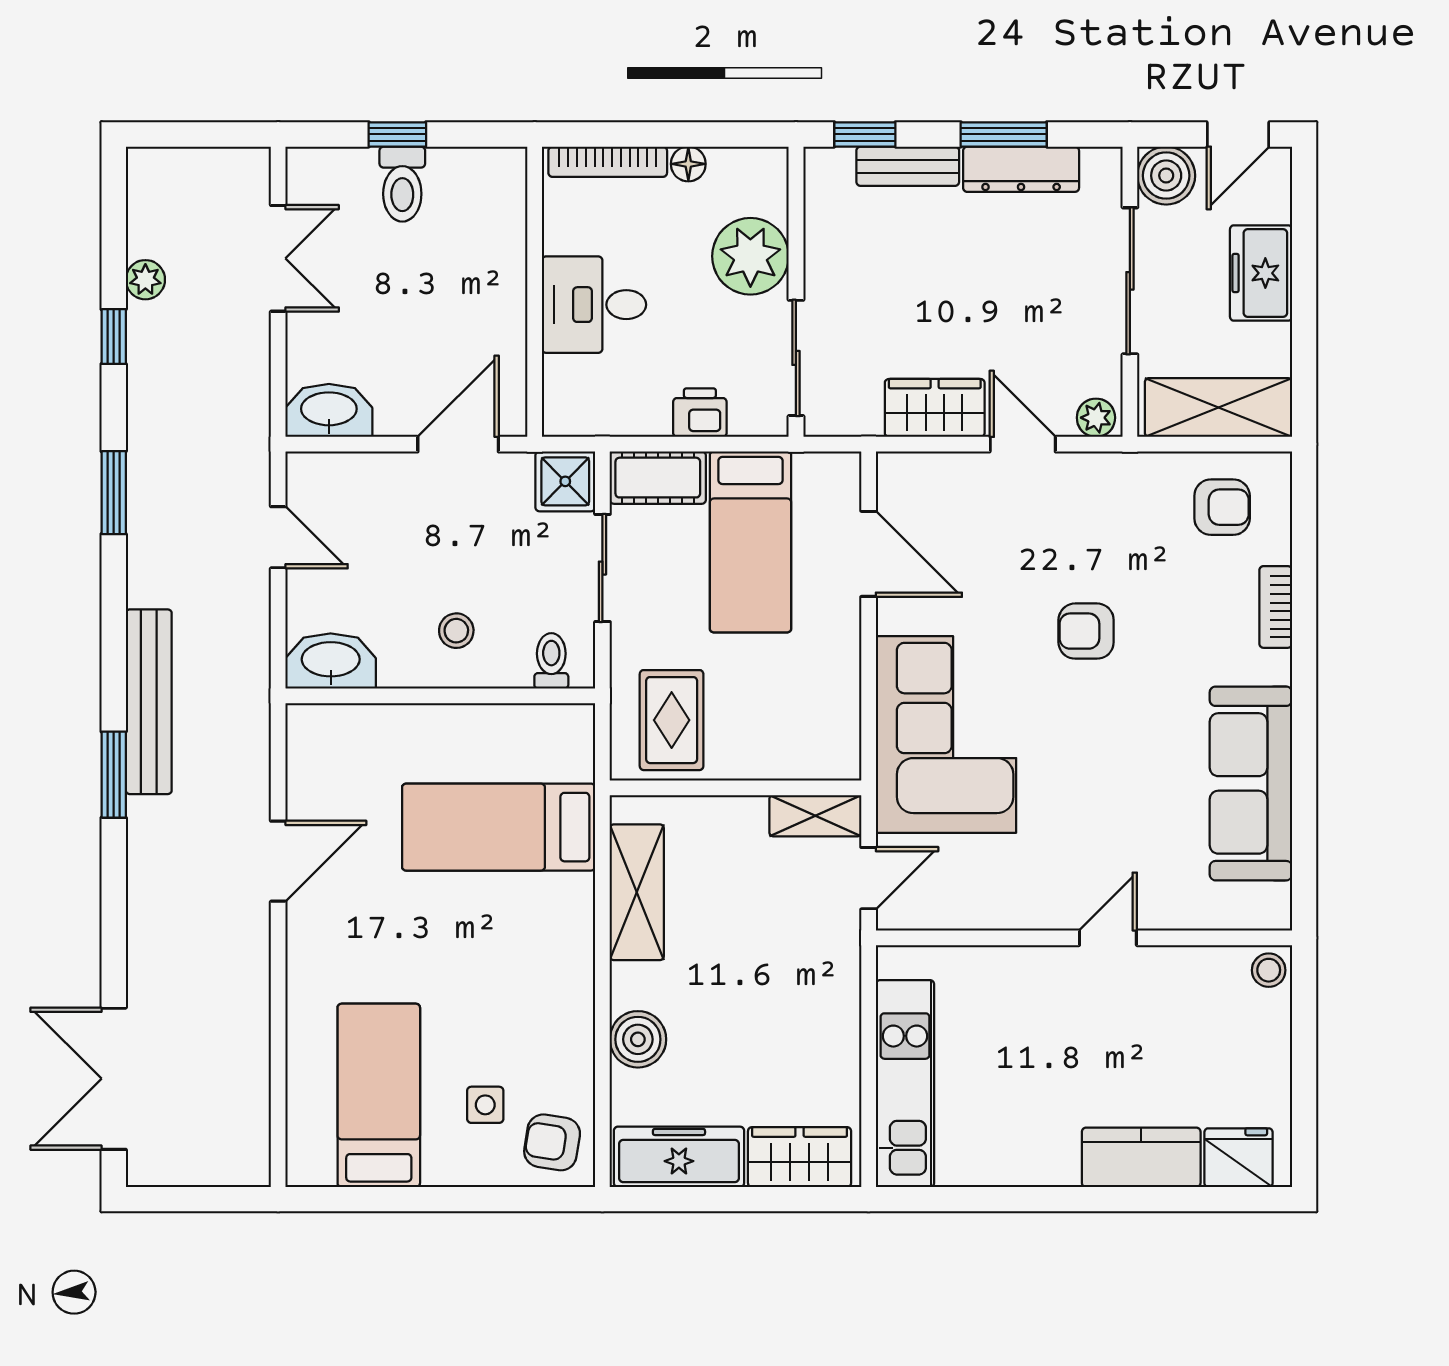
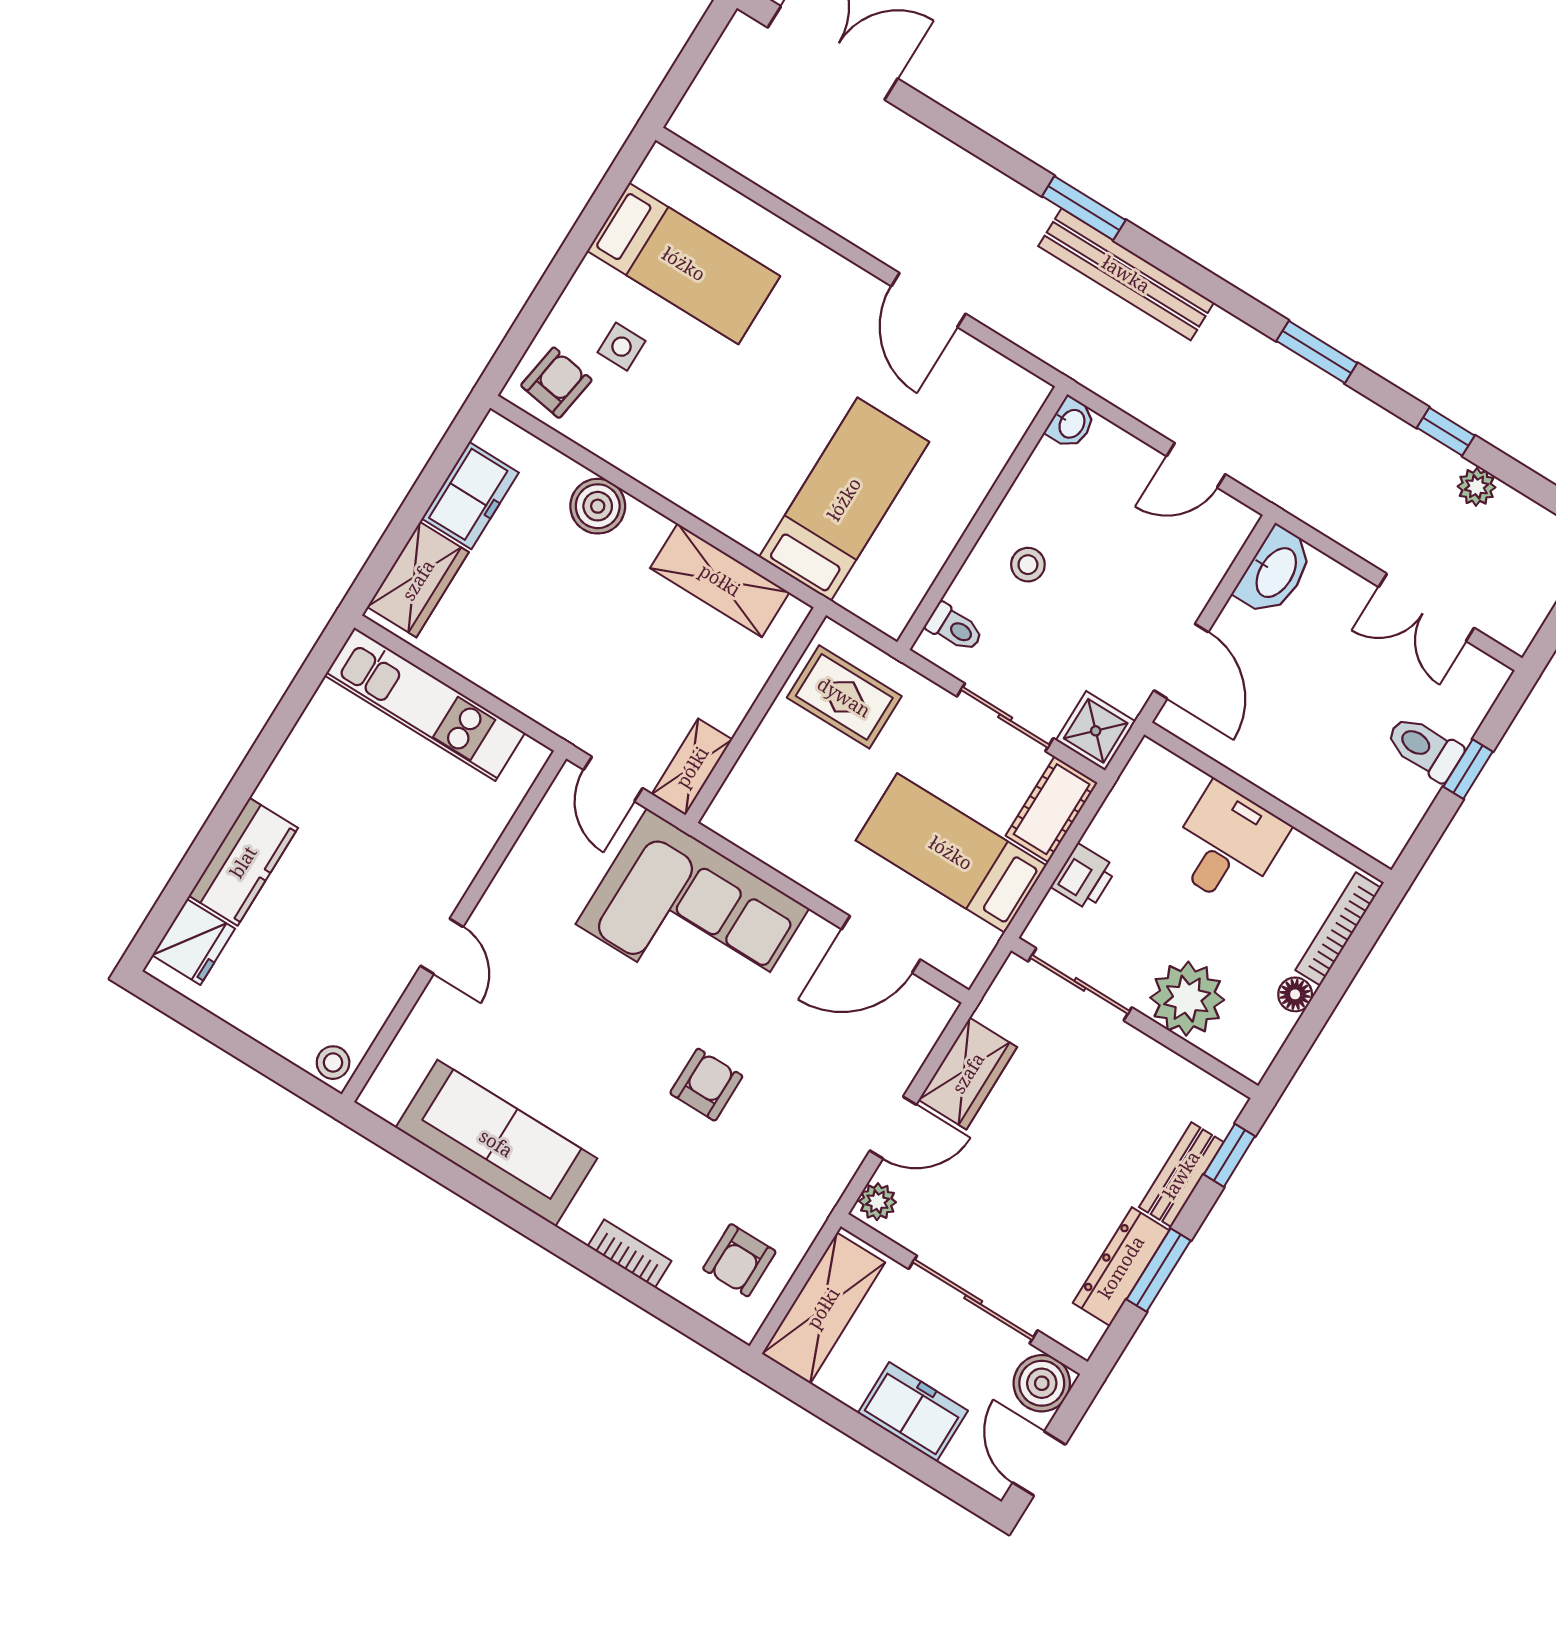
washbasin: (331, 661) -> (1071, 423), width x0.52, depth x0.69
freezer: (679, 1157) -> (470, 496), width x0.71

